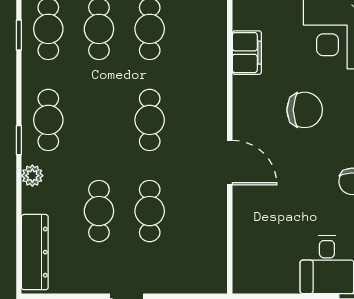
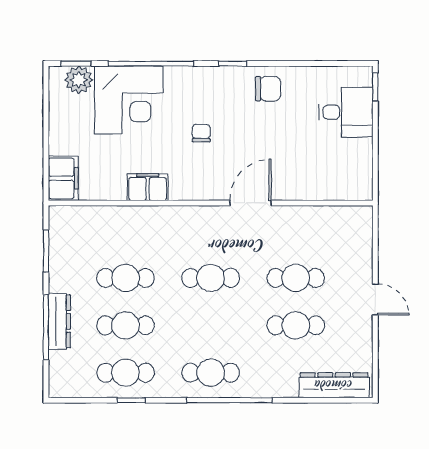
chair: (305, 110) -> (201, 133), width x0.54, depth x0.54
window: (19, 140) -> (229, 400), width x3.17
plant: (32, 176) -> (263, 388), removed

